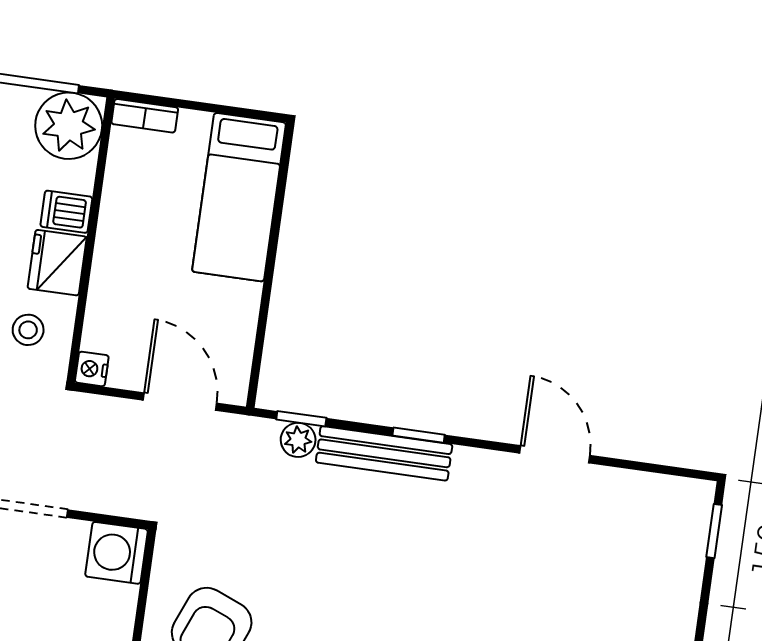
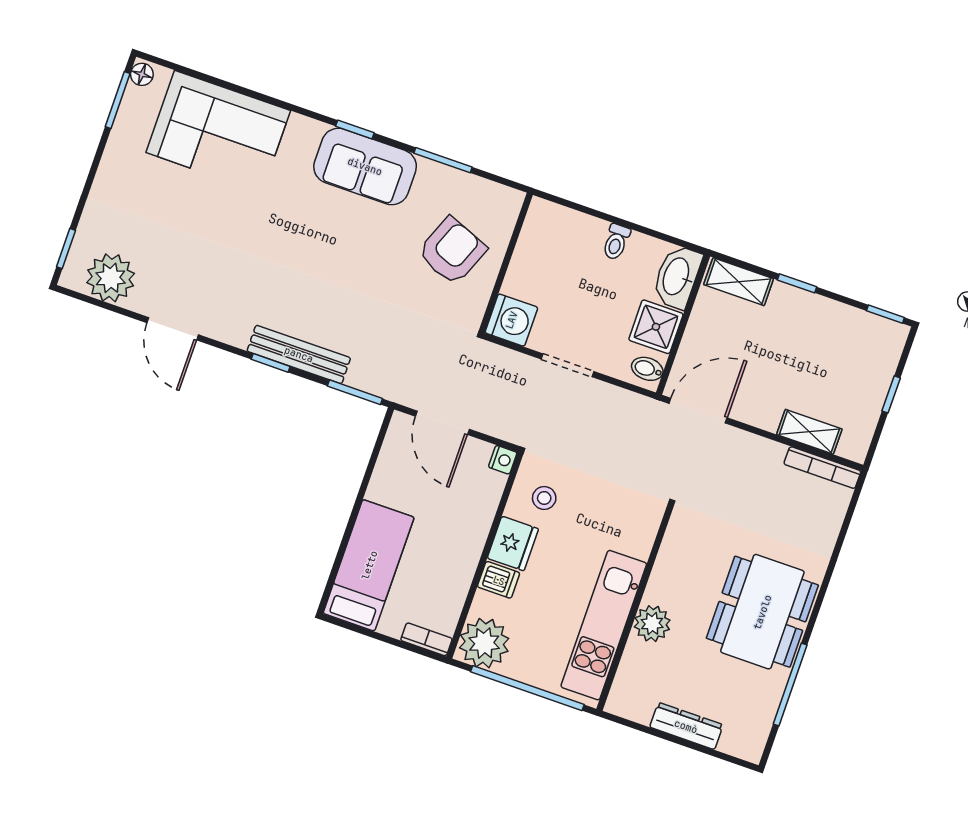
window: (301, 419) -> (355, 392), width x1.50
plant: (298, 440) -> (111, 278), moved, width x1.88, depth x1.88

